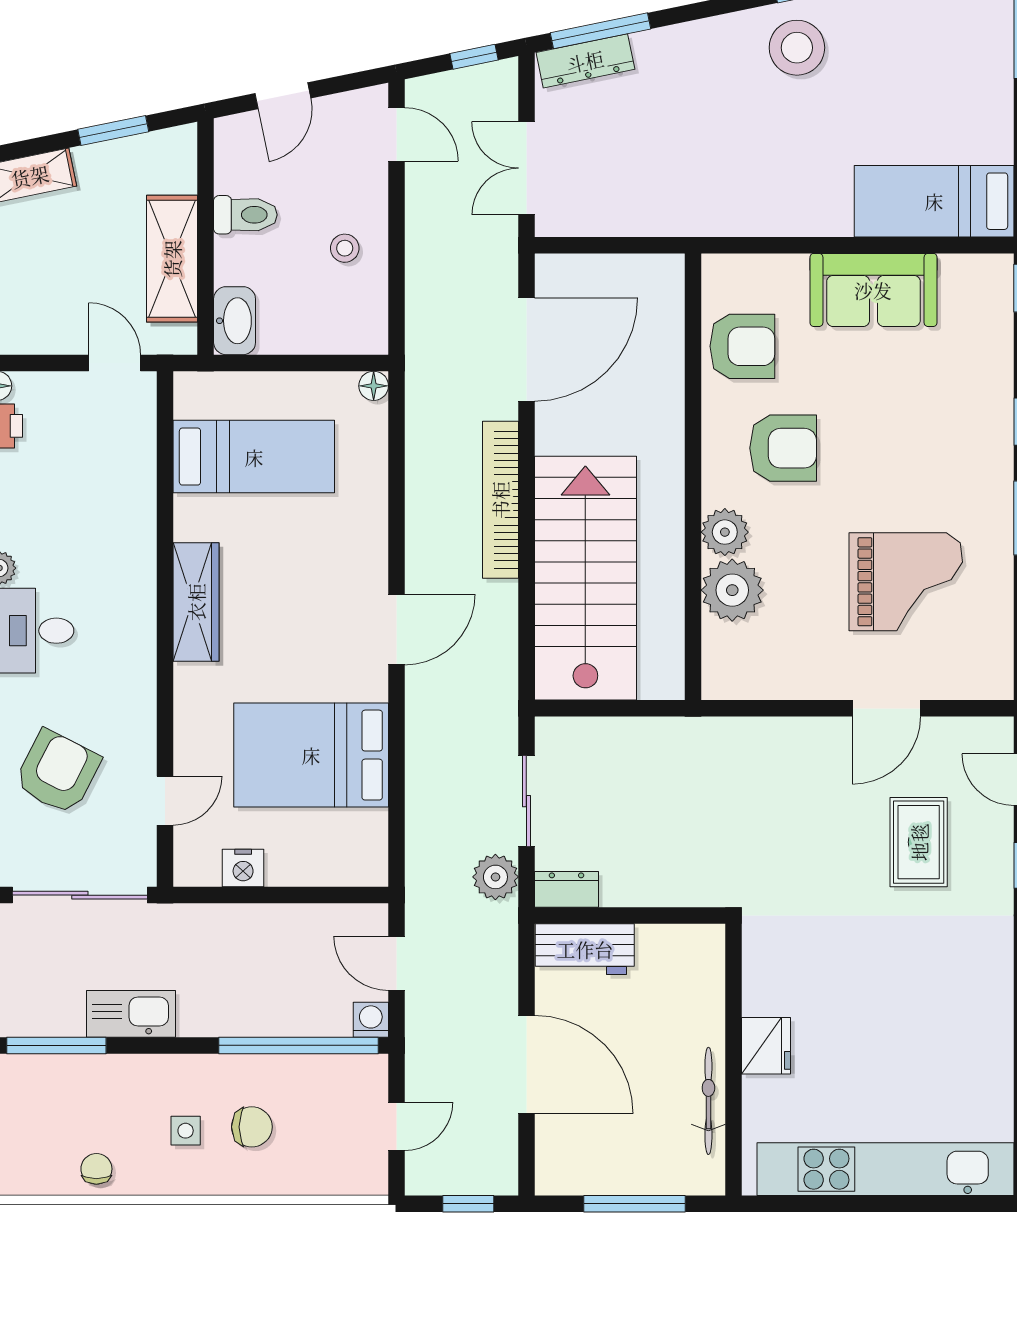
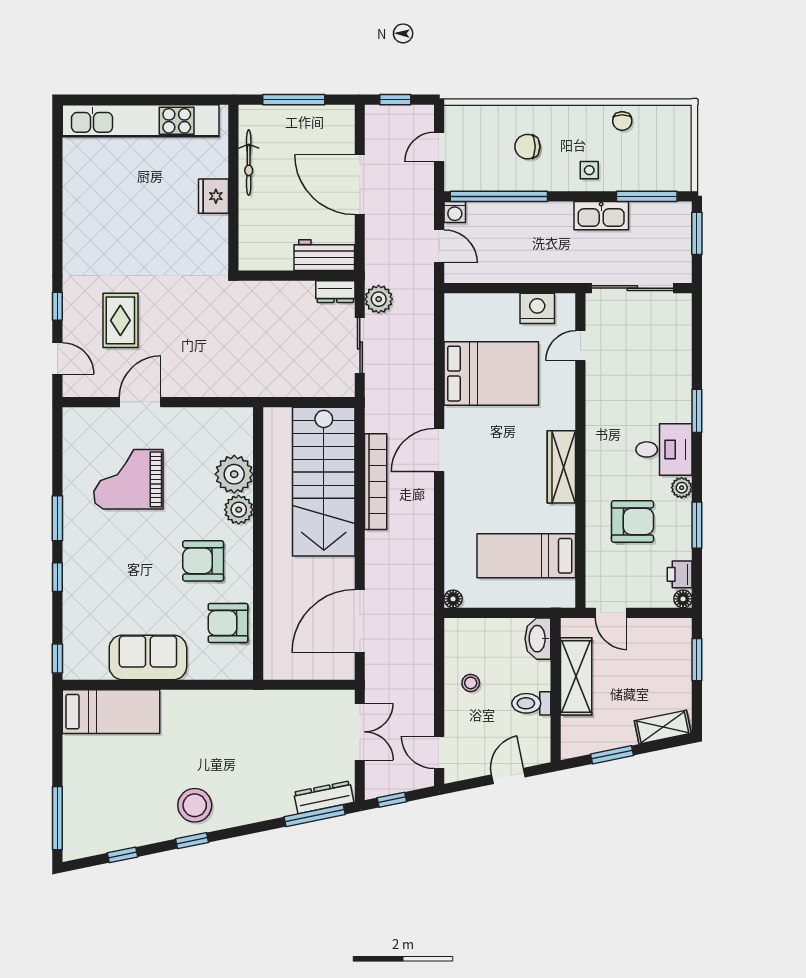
bookcase: (500, 500) -> (376, 482), moved
armchair: (57, 772) -> (633, 521), moved, turned -117
nightstand: (243, 868) -> (537, 308), width x1.36, depth x1.33
side table: (186, 1131) -> (589, 170), moved

